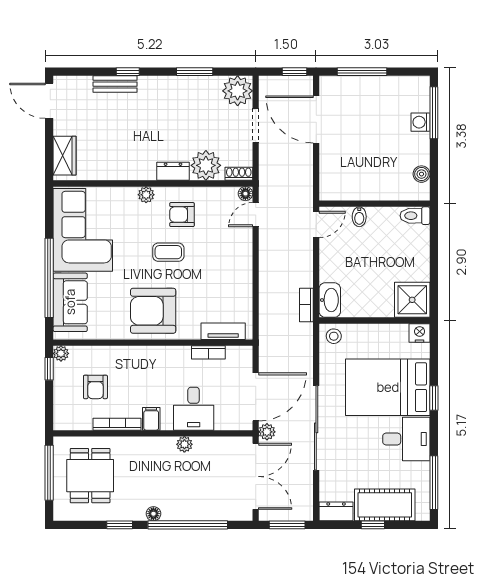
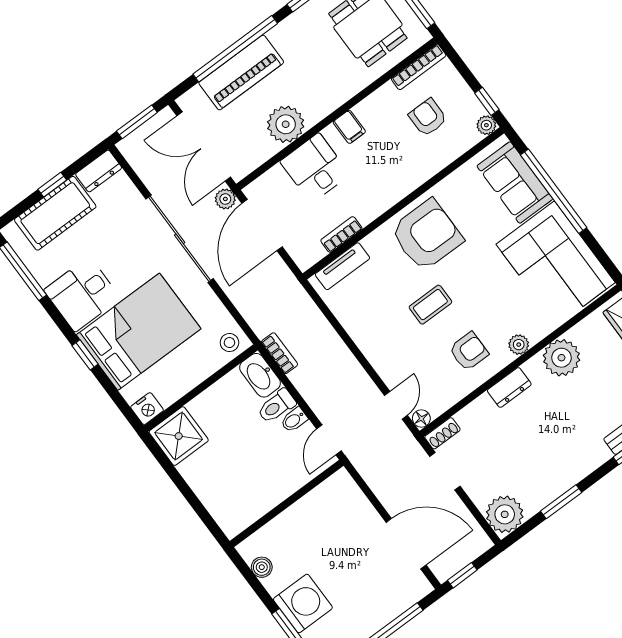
washing machine: (421, 122) -> (303, 603), width x1.89, depth x1.89
doorway: (256, 125) -> (445, 471), moved
plant: (206, 165) -> (561, 358), moved
toilet: (415, 216) -> (276, 406), moved, turned 180
bidet: (359, 217) -> (294, 420), moved, turned -90
coffee table: (168, 252) -> (430, 305), moved
bookcase: (117, 424) -> (419, 67), moved
plant: (184, 444) -> (286, 124), width x1.88, depth x1.88
piano: (195, 507) -> (241, 73), added
floor lamp: (153, 514) -> (277, 35), removed

